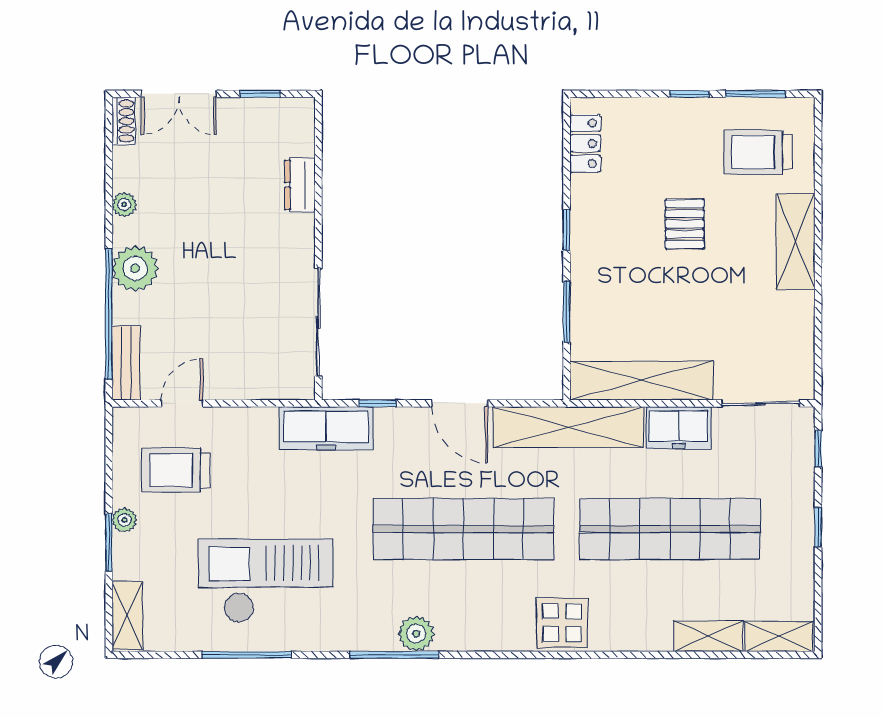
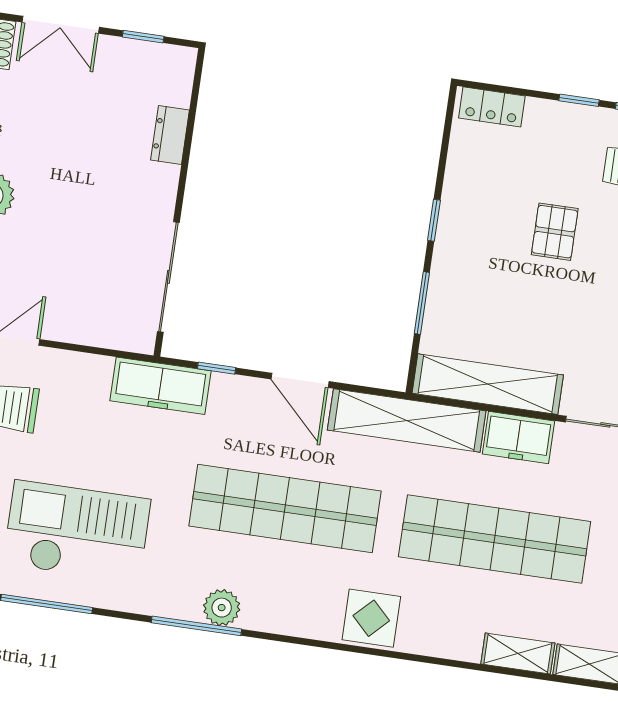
locker: (585, 143) -> (492, 107), moved, turned 90

